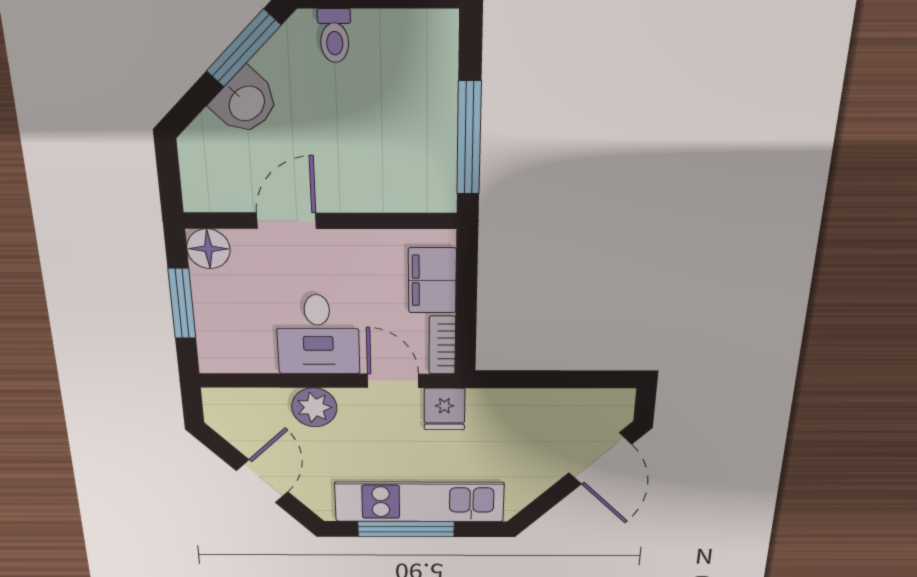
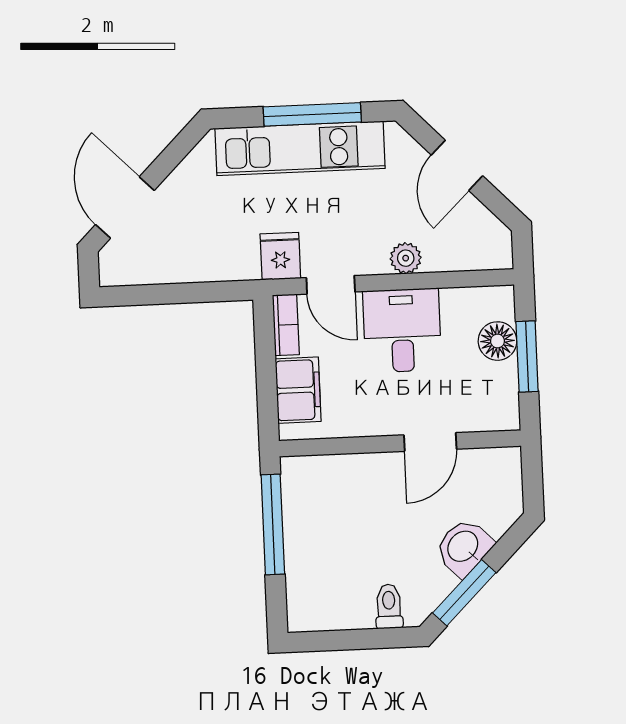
floor lamp: (208, 249) -> (497, 341), moved
plant: (314, 407) -> (406, 258), width x0.73, depth x0.73

